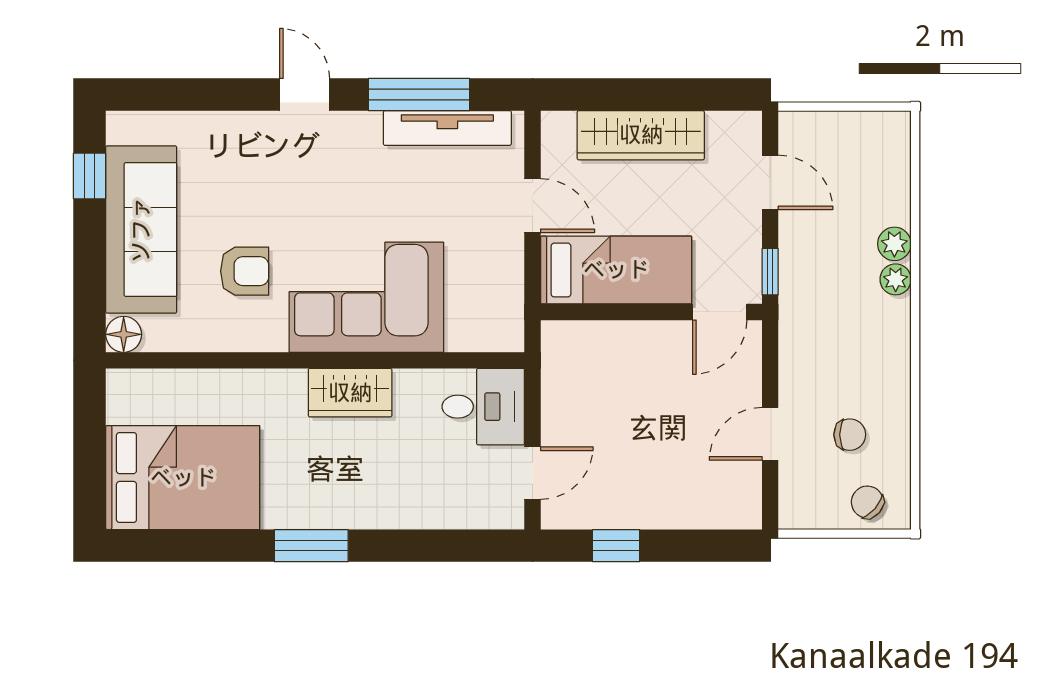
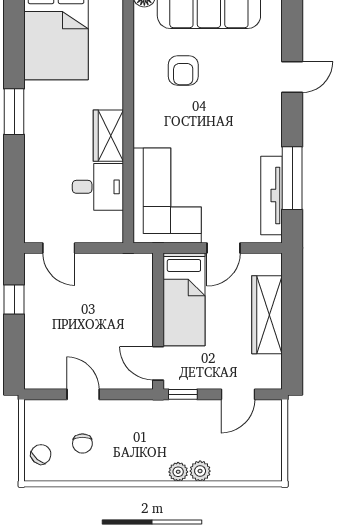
door: (305, 95) -> (292, 77), moved
corner sofa: (366, 297) -> (167, 195), moved
desk: (483, 407) -> (98, 187), moved, turned -90

